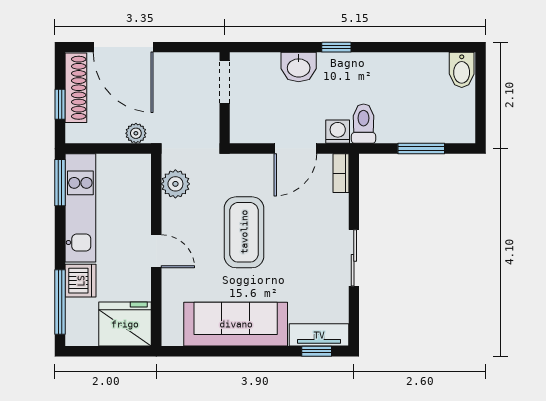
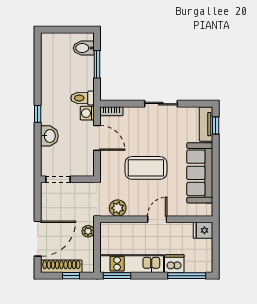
bidet: (462, 70) -> (84, 48), moved, turned 180
fridge: (125, 324) -> (203, 230), width x0.53, depth x0.75

